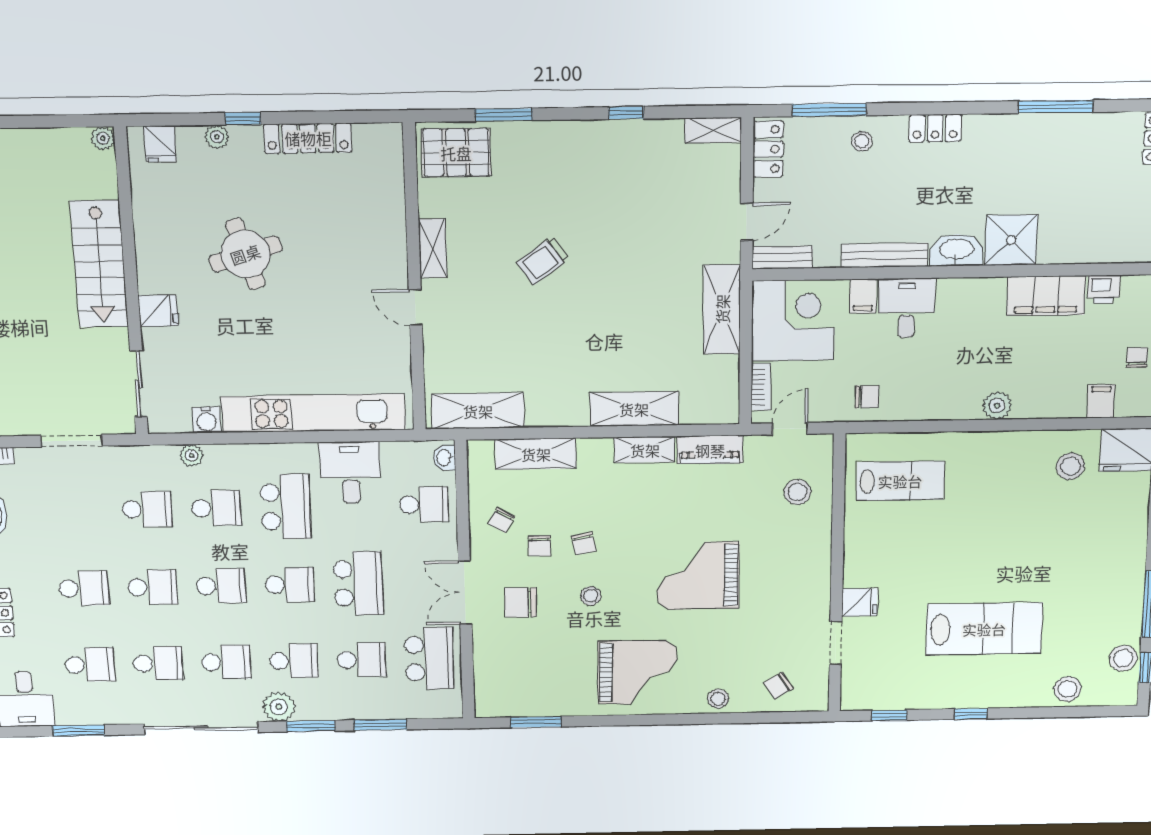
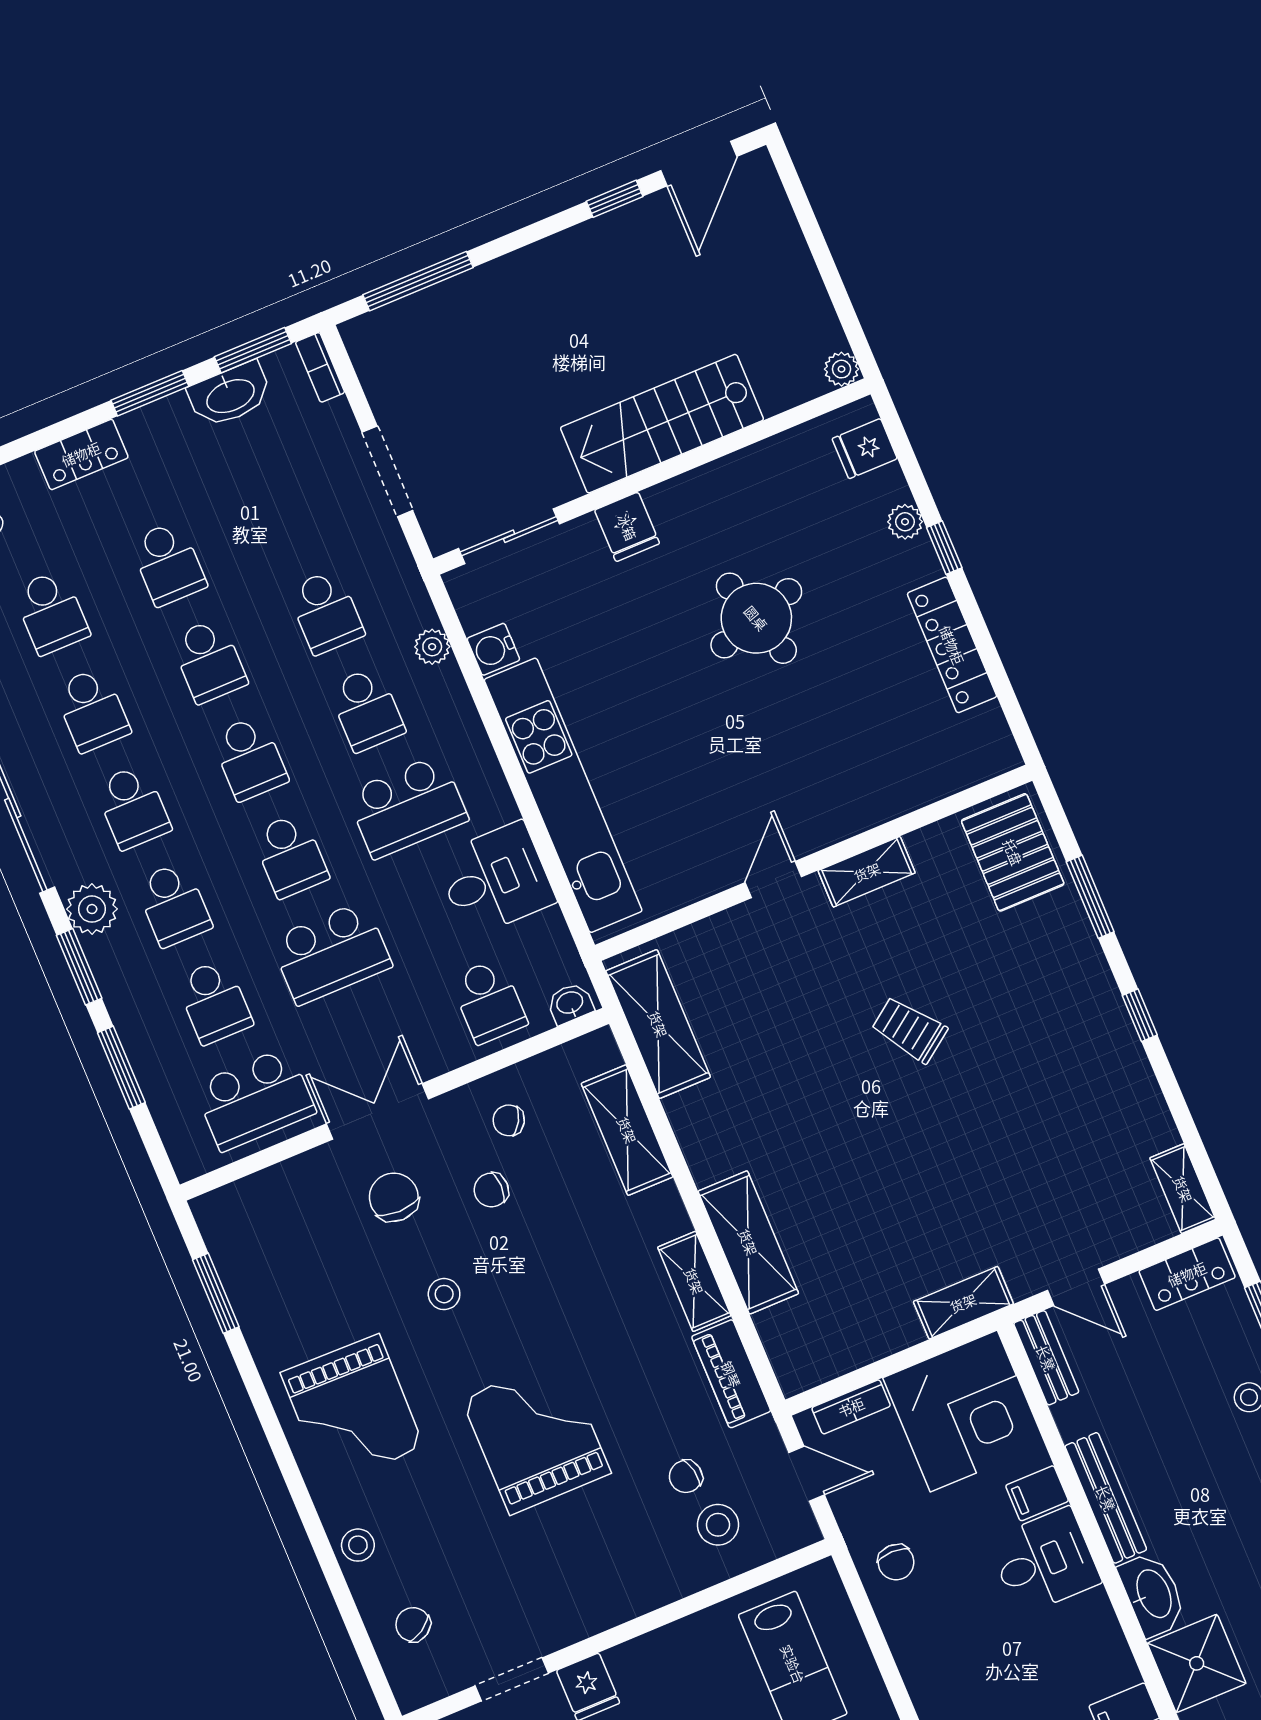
window: (626, 113) -> (1140, 1015), moved
shelving: (722, 309) -> (963, 1303), width x0.67, depth x0.75
chair: (584, 543) -> (686, 1476), moved

